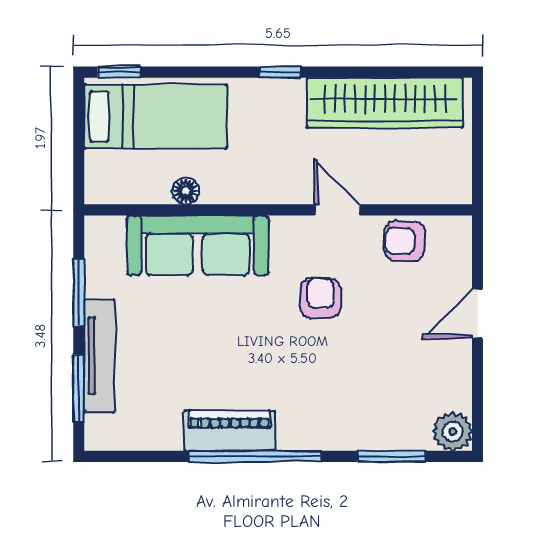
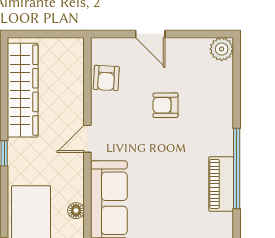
door: (337, 210) -> (87, 139), moved
armchair: (320, 298) -> (165, 105), moved
window: (392, 456) -> (237, 86), removed

